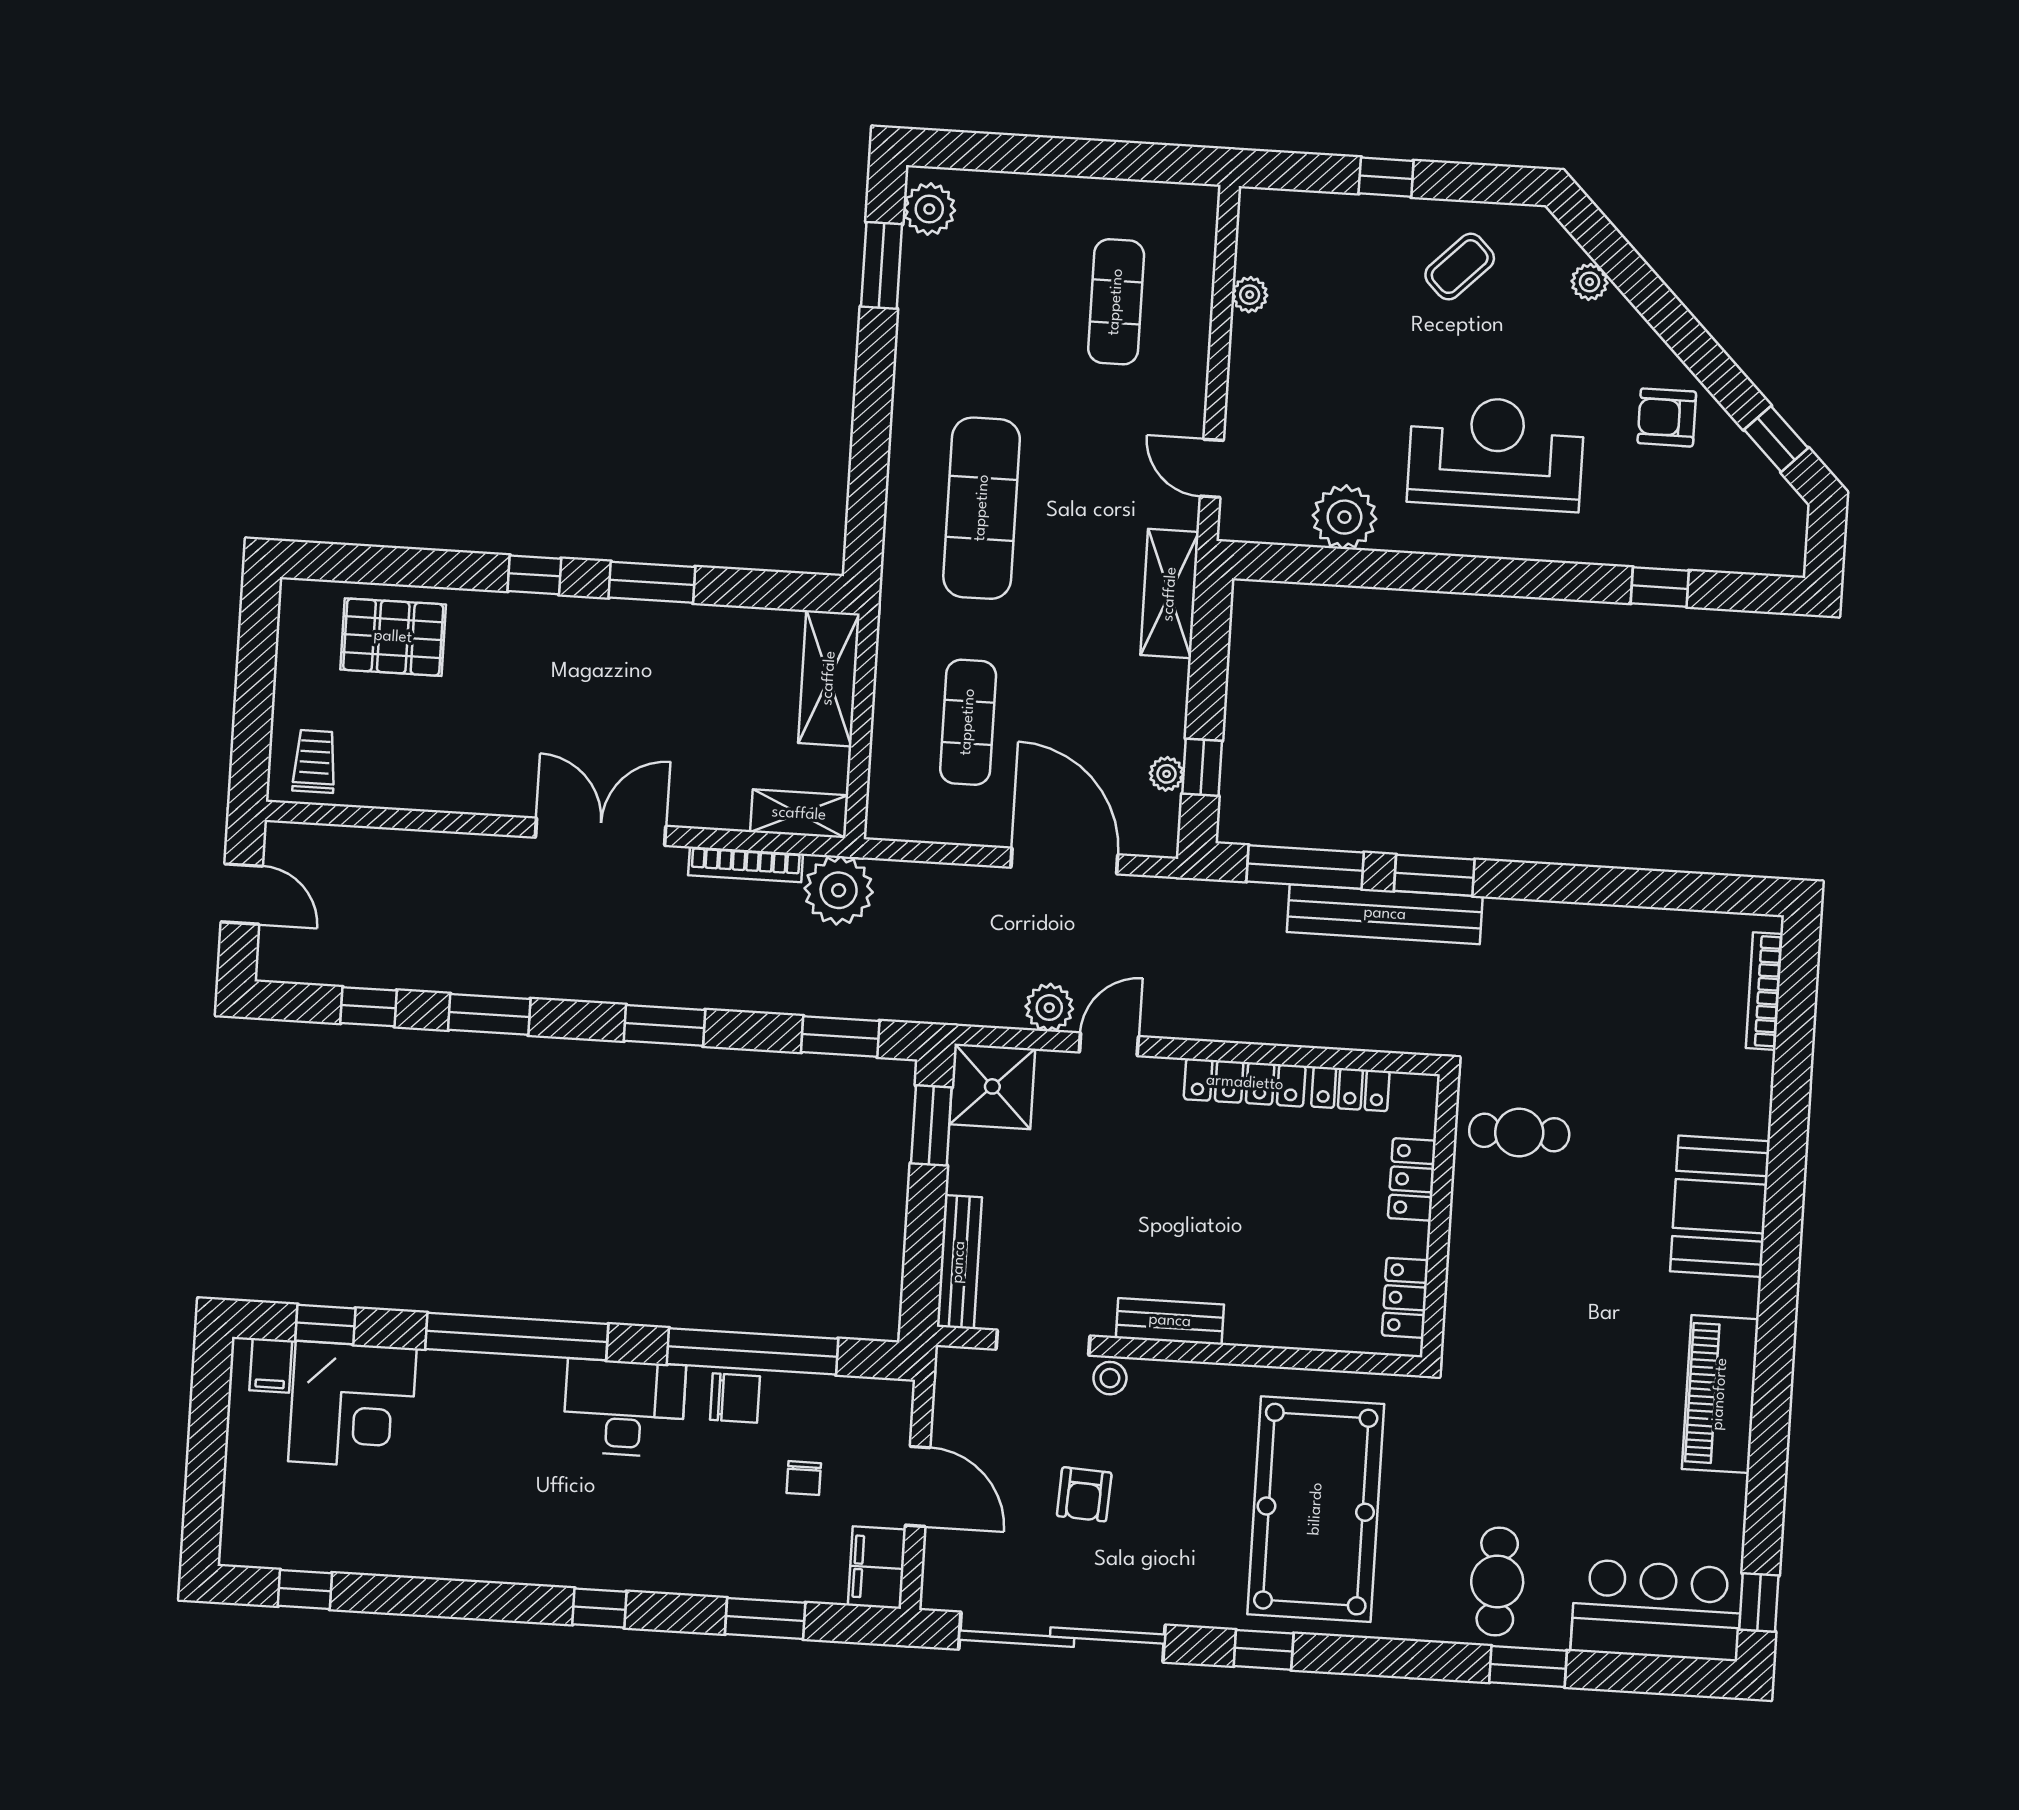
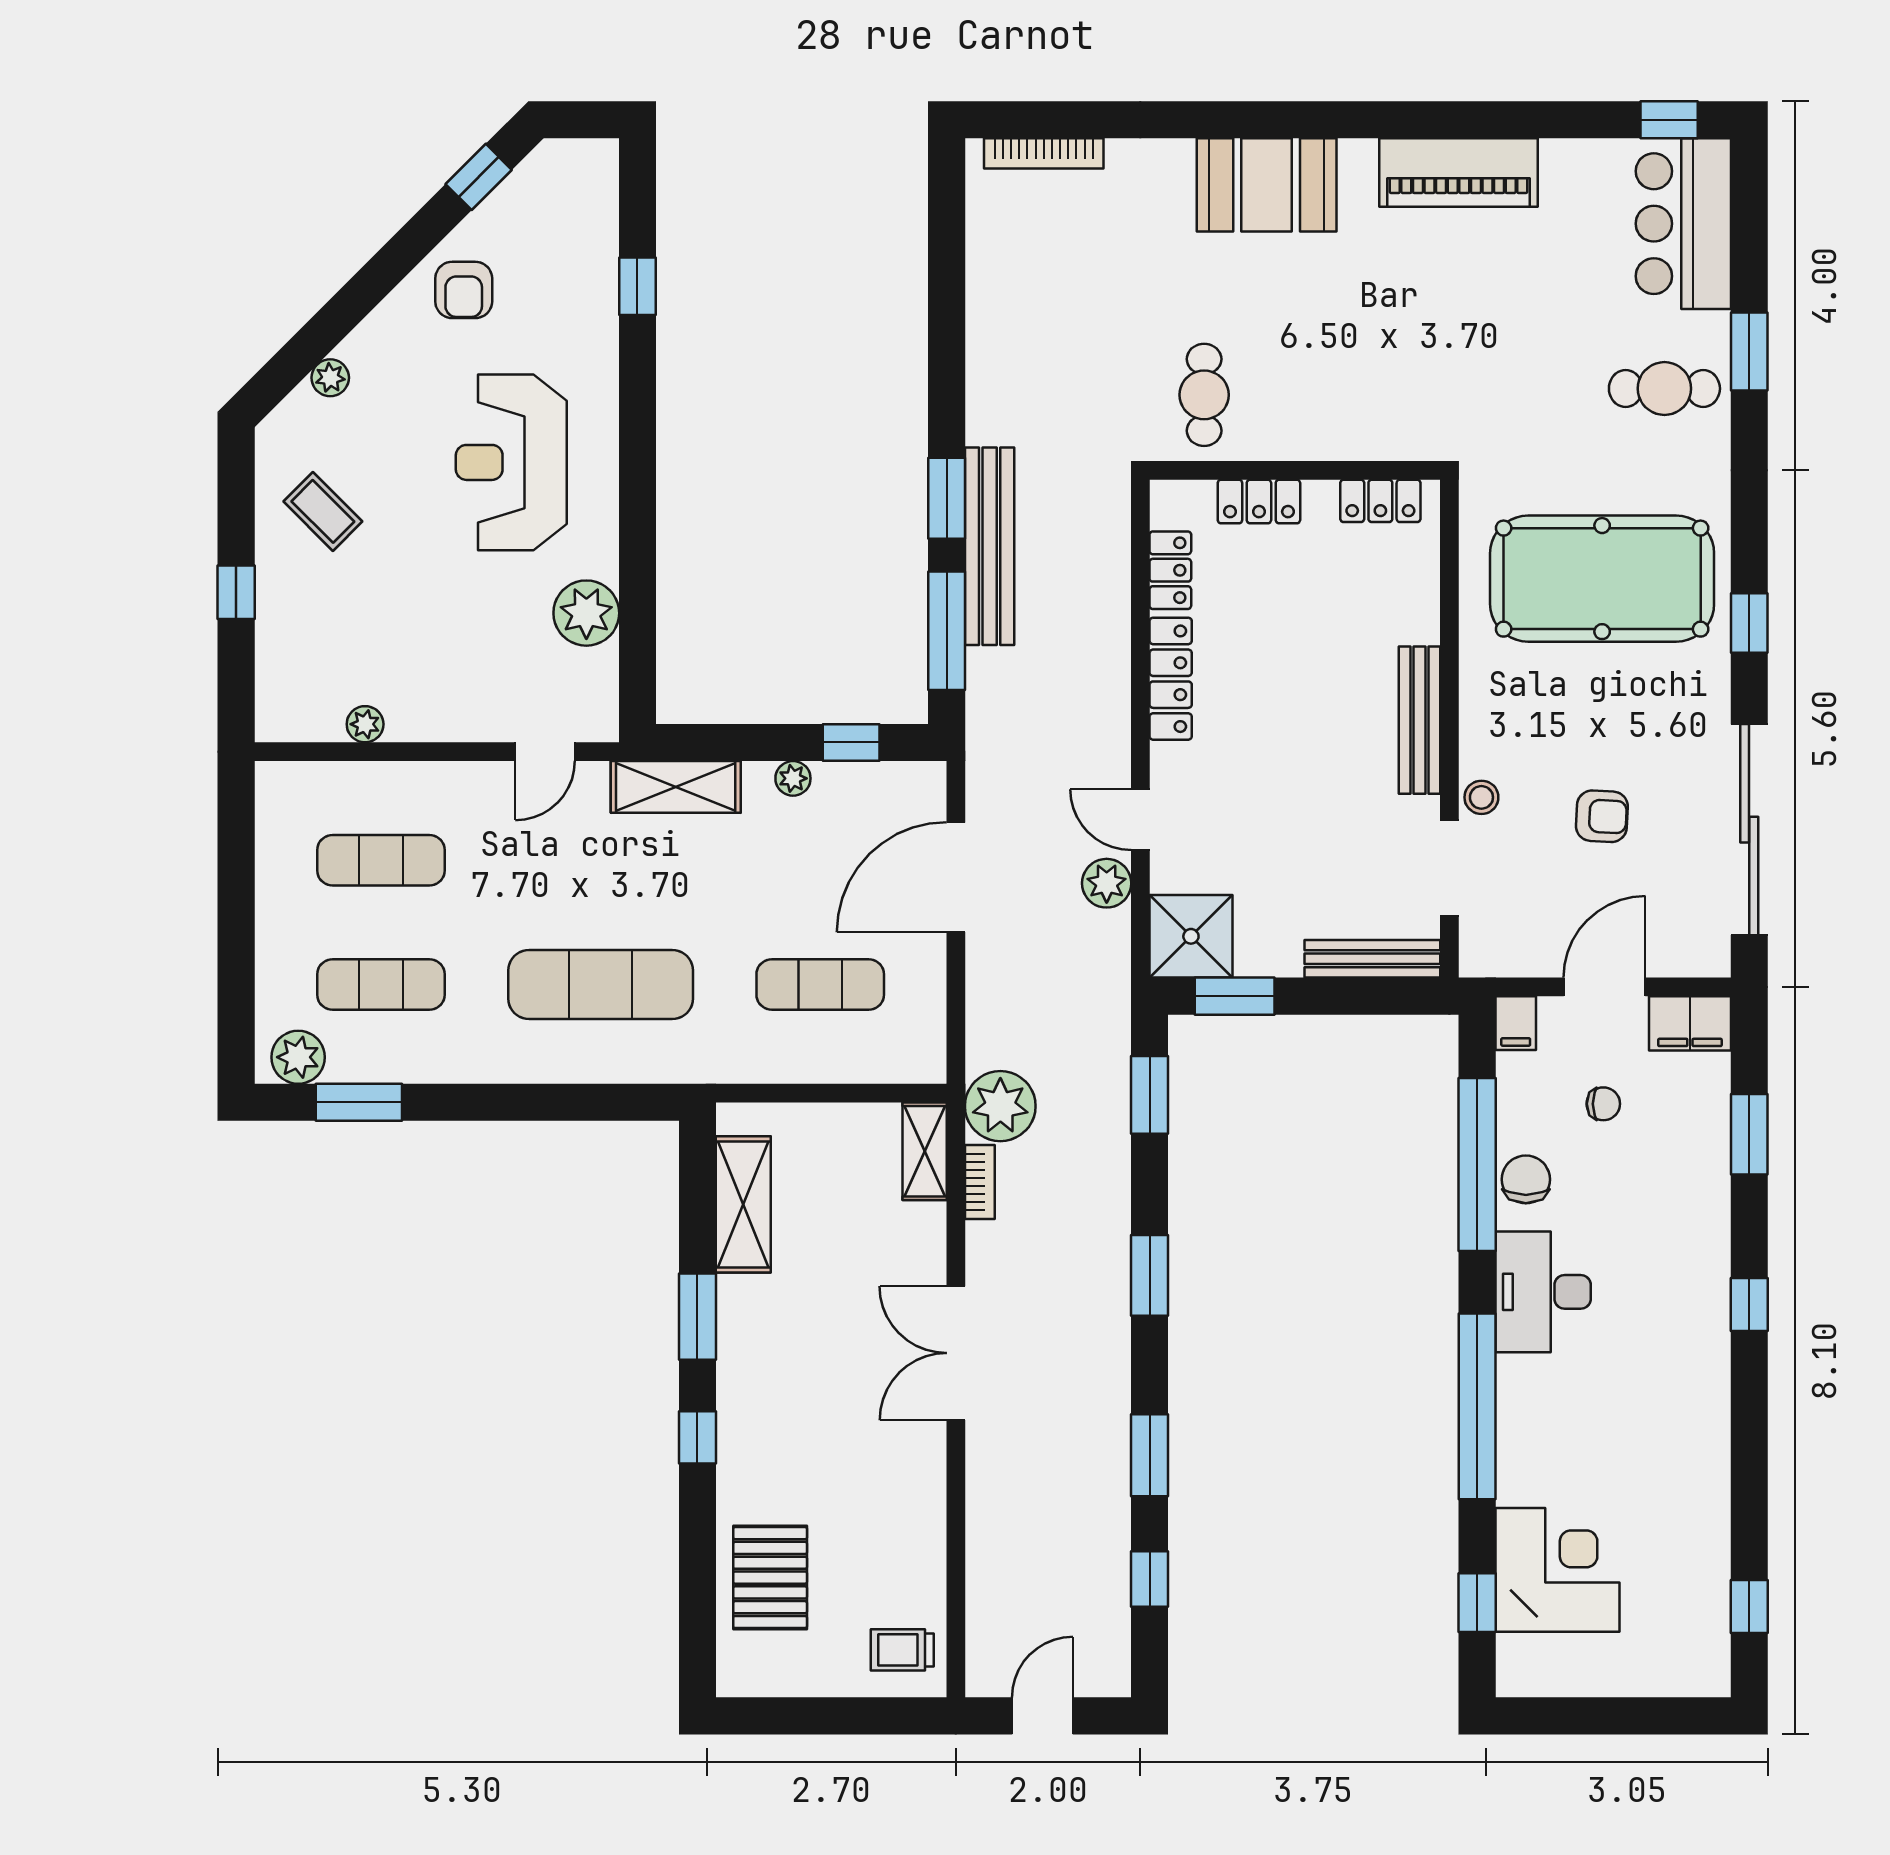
exercise mat: (995, 294) -> (381, 985), added
shelving: (829, 678) -> (743, 1204), moved, turned 90
plant: (1167, 774) -> (793, 778), moved
bookcase: (746, 864) -> (980, 1182), width x0.64
bench: (1170, 1321) -> (1419, 720), width x1.36
filing cabinet: (271, 1365) -> (1516, 1023), moved, turned 90

